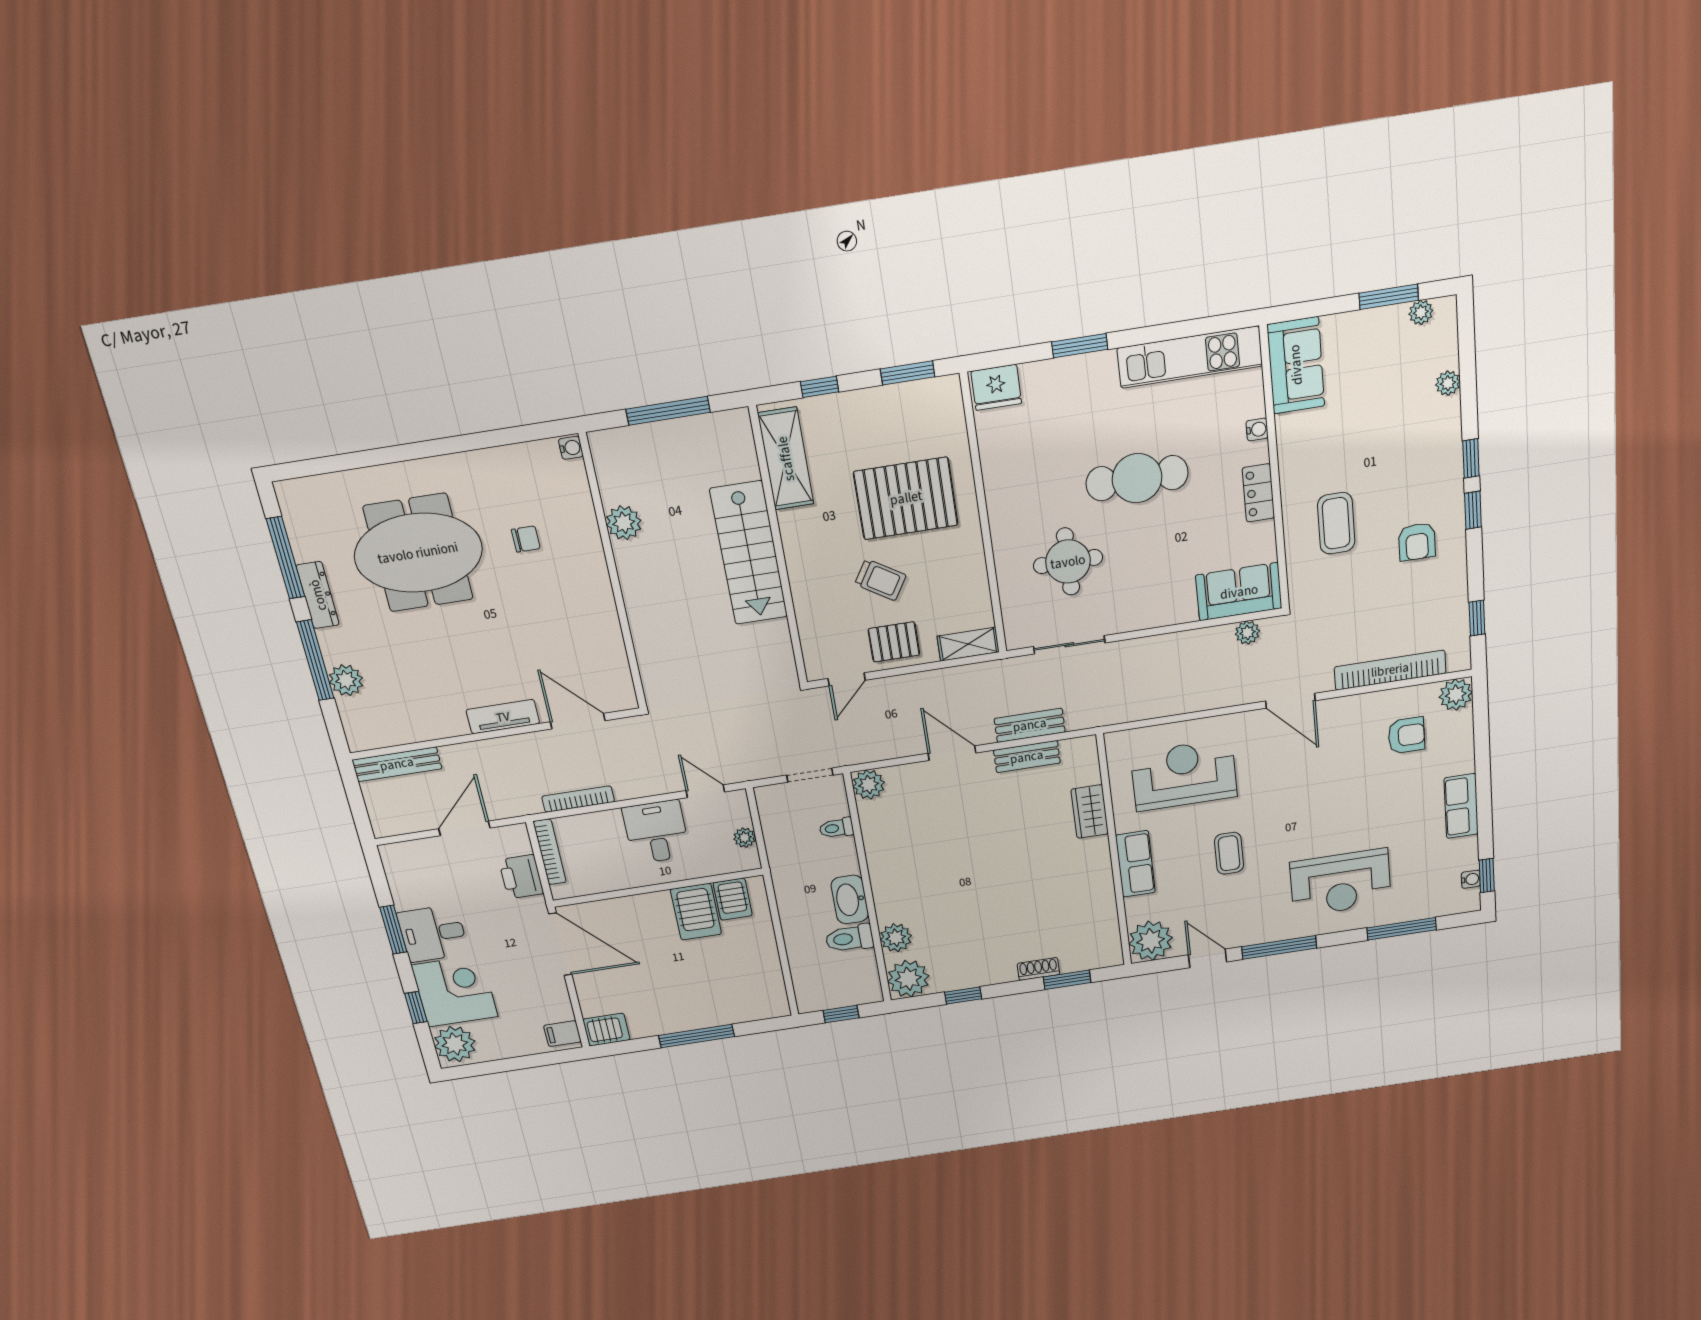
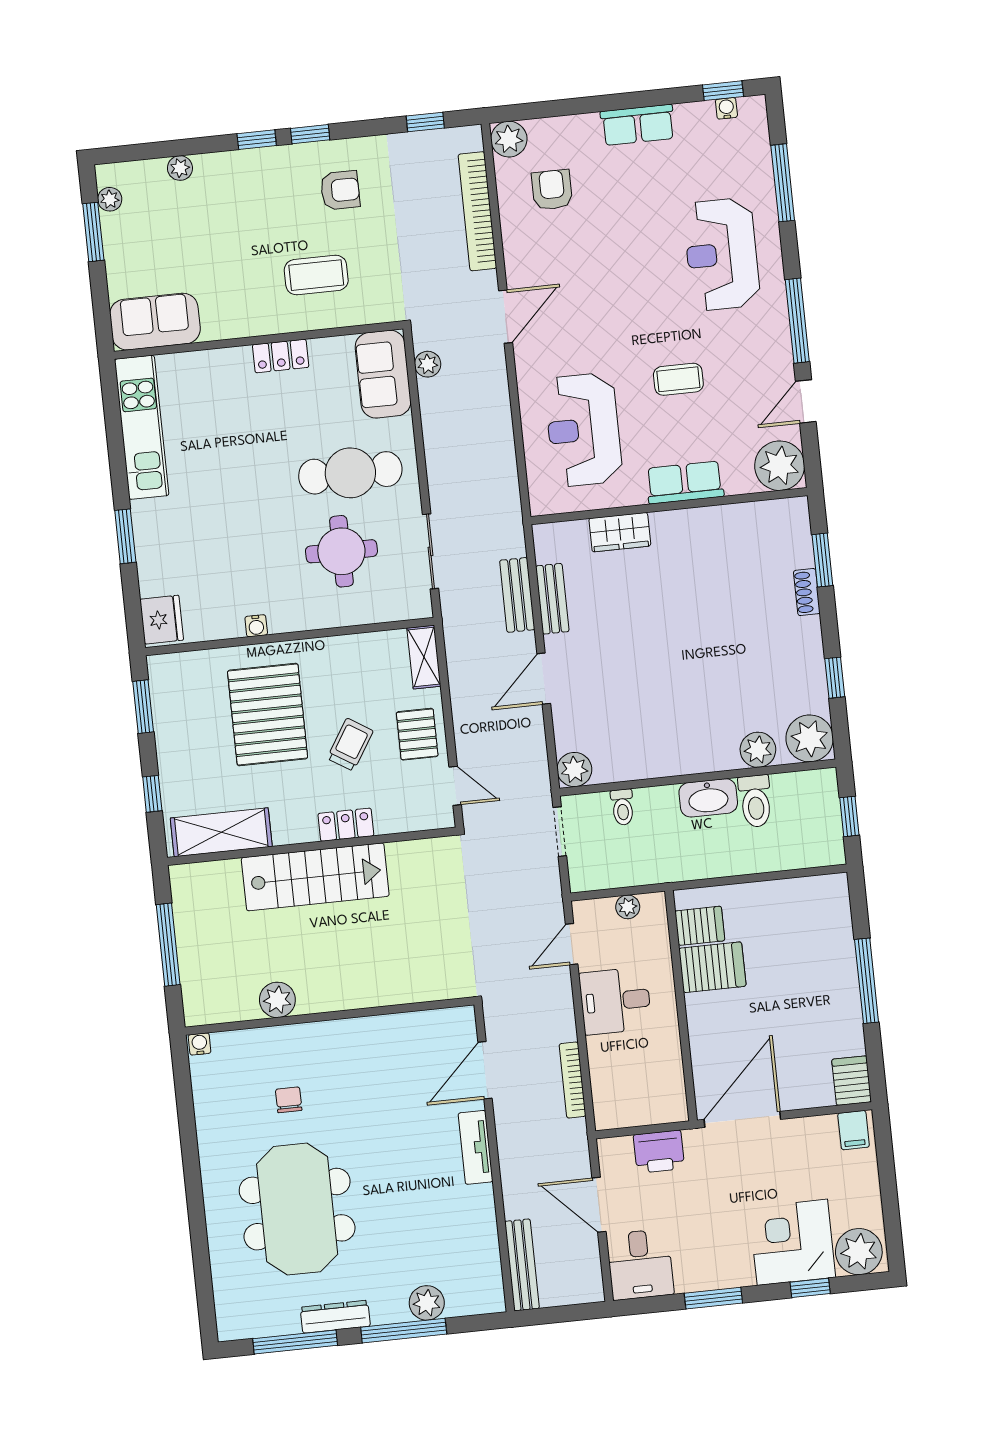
water cooler: (1257, 429) -> (256, 626), moved, turned 180
cafe table: (1137, 478) -> (350, 473), moved, turned 90
locker: (802, 580) -> (346, 825), added
bookcase: (550, 852) -> (632, 1117), removed
reception desk: (1341, 883) -> (722, 254), turned 180
desk: (433, 933) -> (640, 1264), moved

